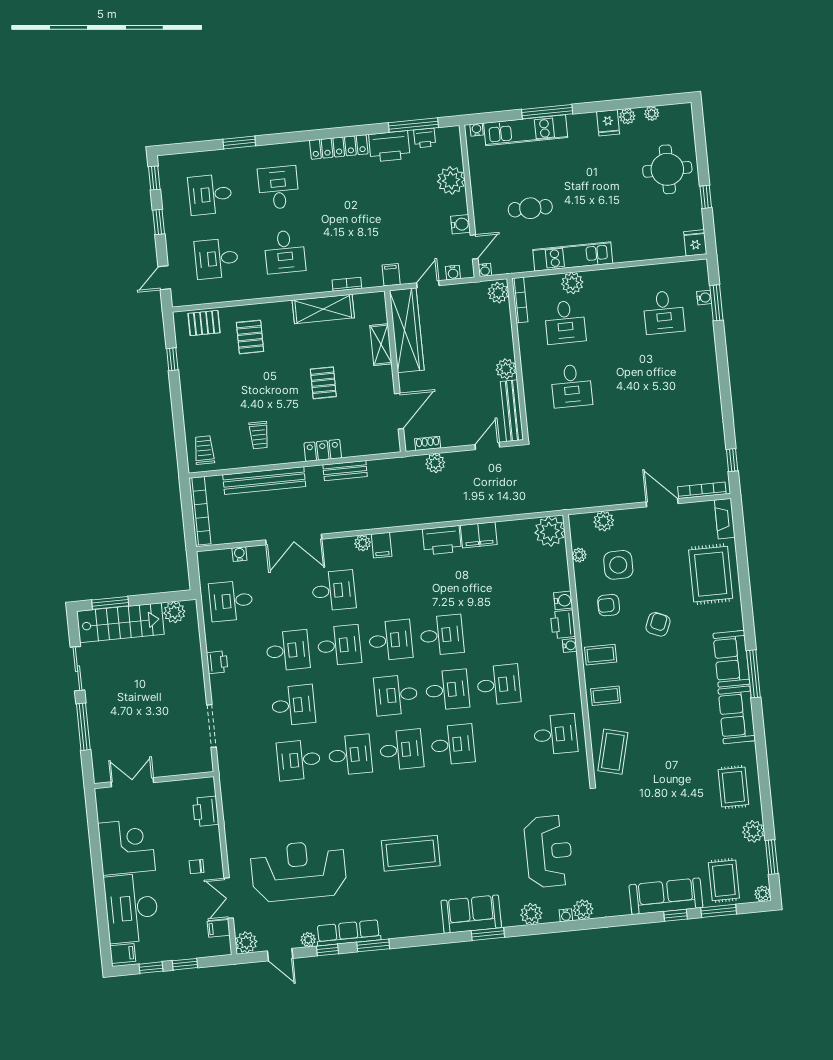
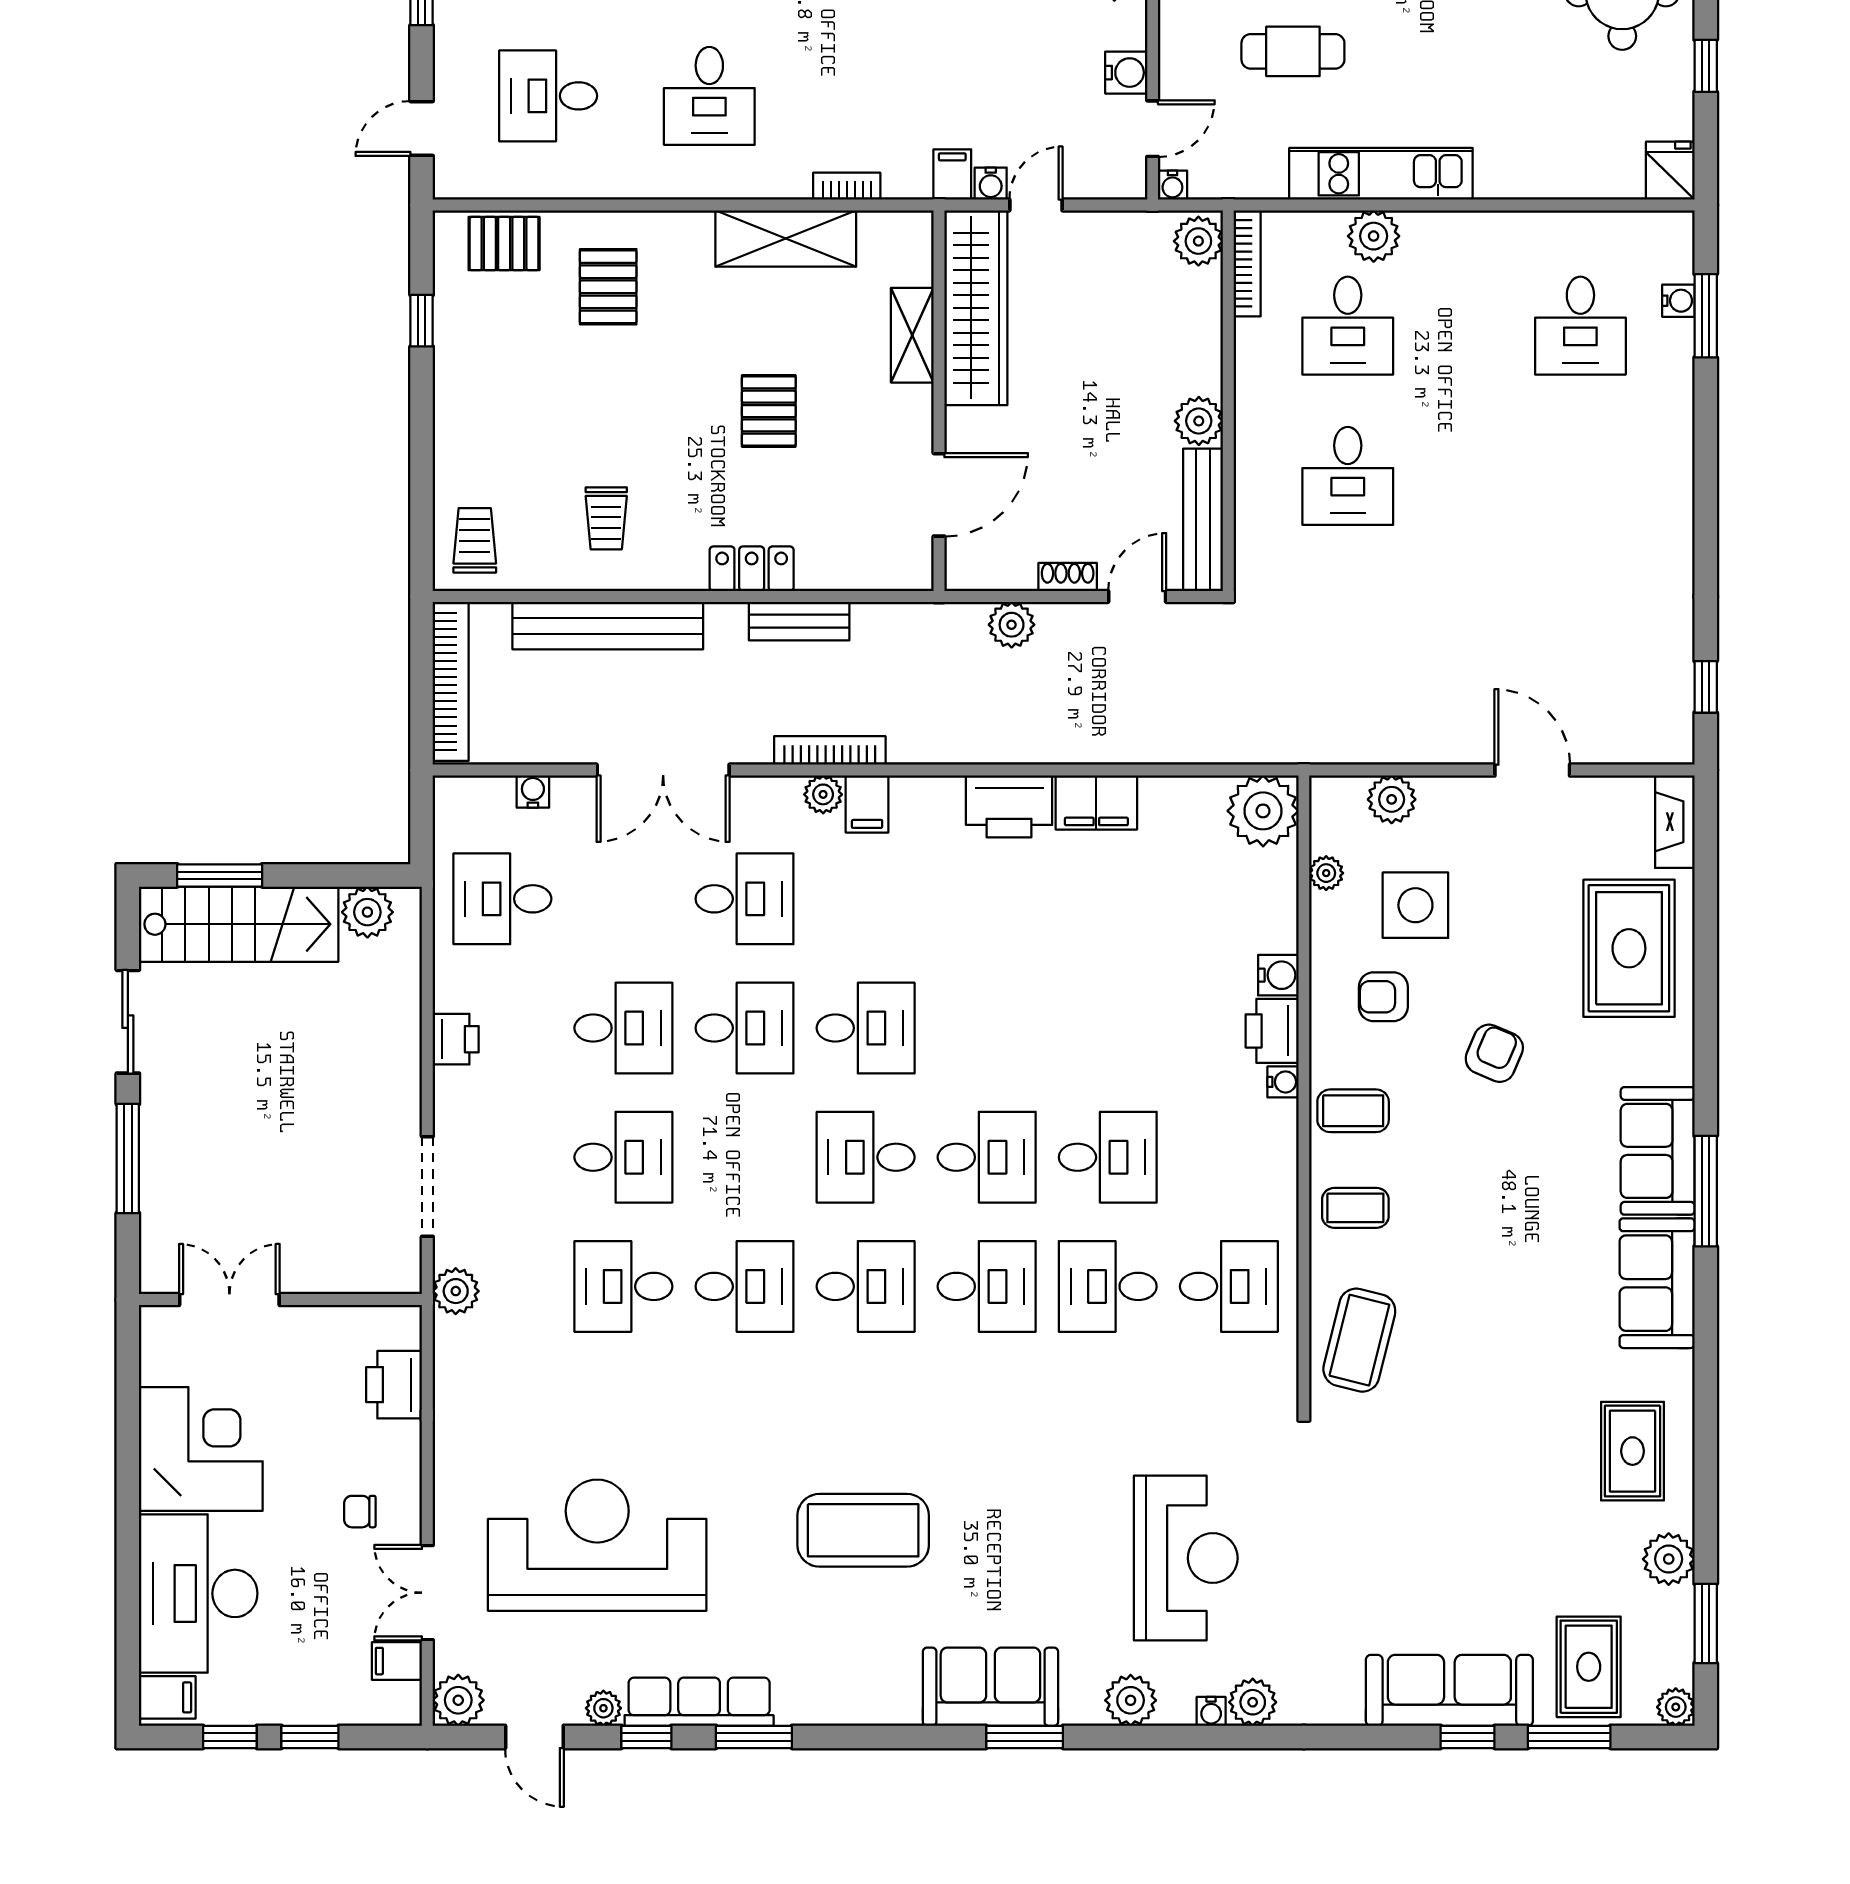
water cooler: (453, 273) -> (991, 184), moved
shoe rack: (428, 443) -> (1068, 577), moved
bookcase: (702, 490) -> (830, 750), moved
desk: (442, 635) -> (1108, 1286), moved, turned 180
plant: (228, 769) -> (456, 1291), added

